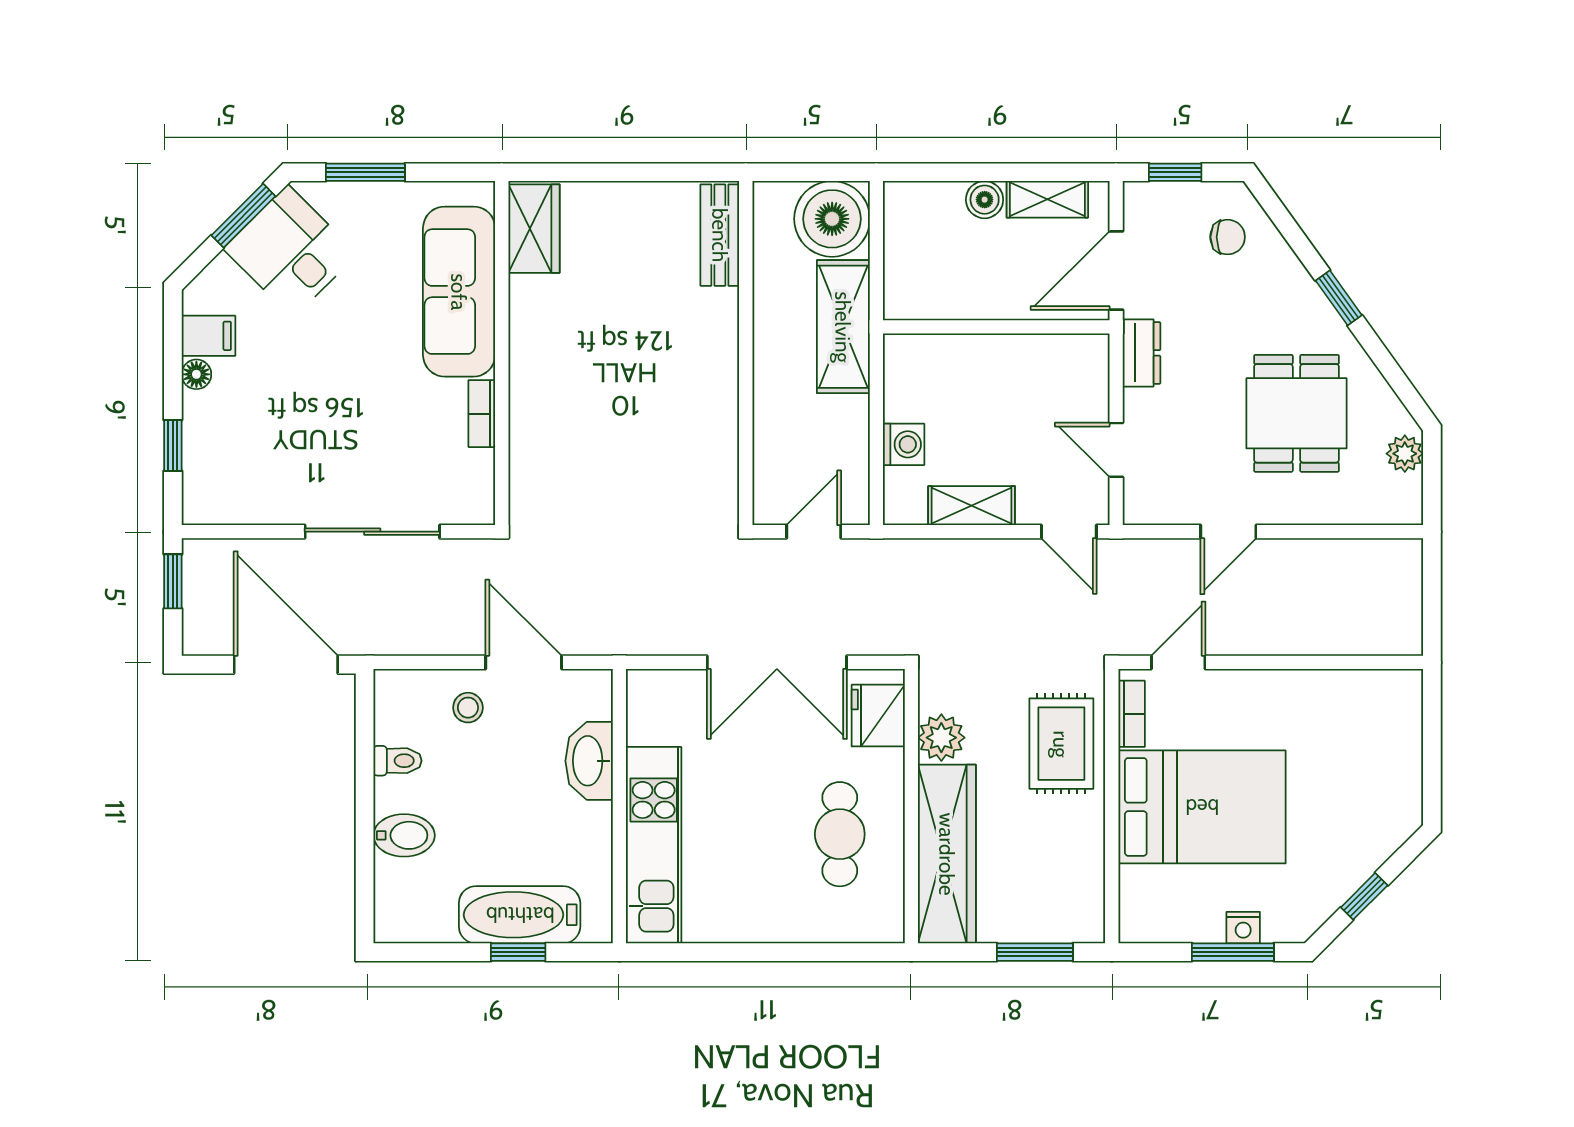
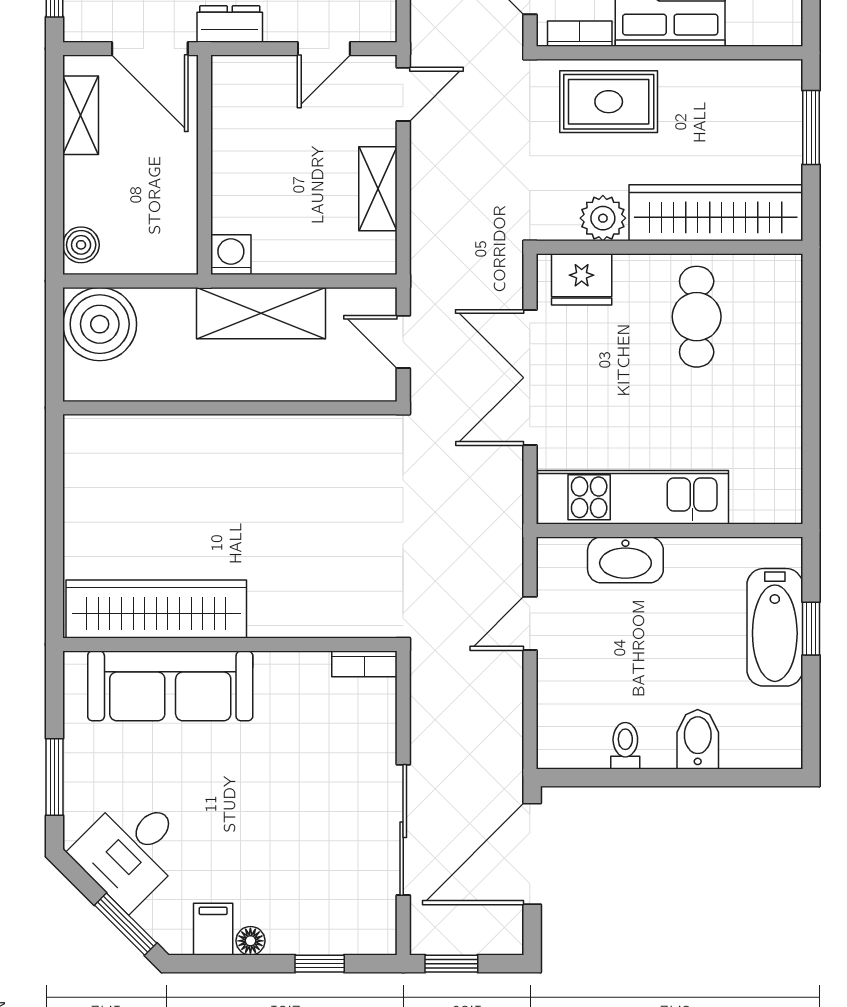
boiler: (985, 200) -> (81, 245), moved
window: (243, 216) -> (126, 924), moved
wardrobe: (534, 229) -> (156, 609), width x2.10, depth x1.17
bench: (720, 235) -> (115, 433), removed
shelving: (843, 327) -> (261, 313), moved
bookcase: (482, 414) -> (364, 664), moved
washing machine: (904, 444) -> (231, 255), moved
sliding door: (372, 532) -> (403, 830), moved
door: (524, 662) -> (530, 623), width x0.73
double door: (777, 662) -> (530, 378), swing flipped
stool: (468, 708) -> (574, 677), removed
cafe table: (840, 834) -> (697, 317), turned 90
kitchen unit: (654, 845) -> (633, 497), moved

